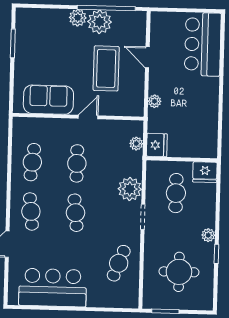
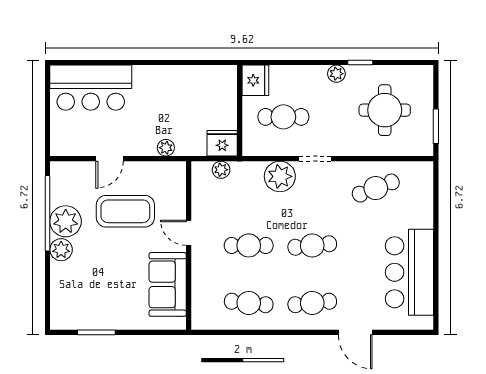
cafe table: (119, 263) -> (376, 188), turned -42

